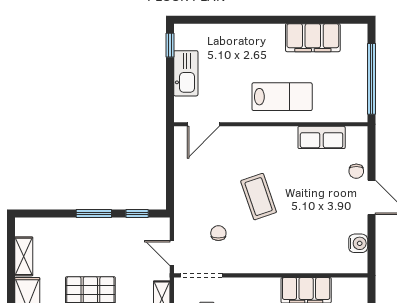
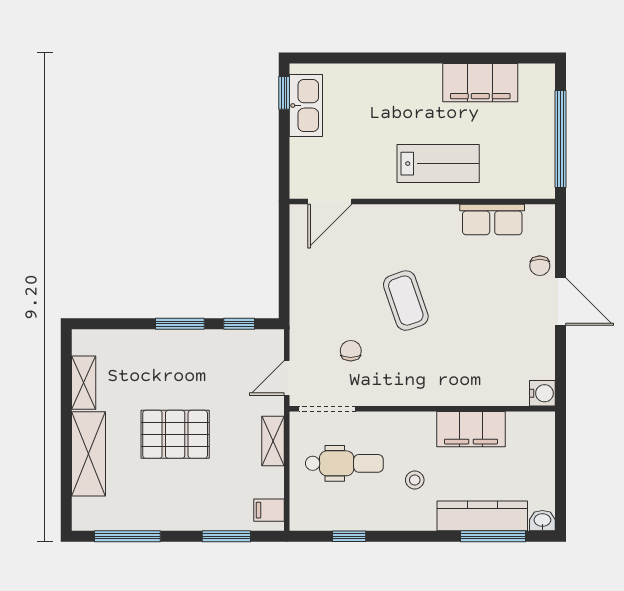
kitchen sink: (186, 73) -> (306, 105), moved
water cooler: (358, 243) -> (542, 393), moved
door: (172, 253) -> (287, 378), hinge flipped

